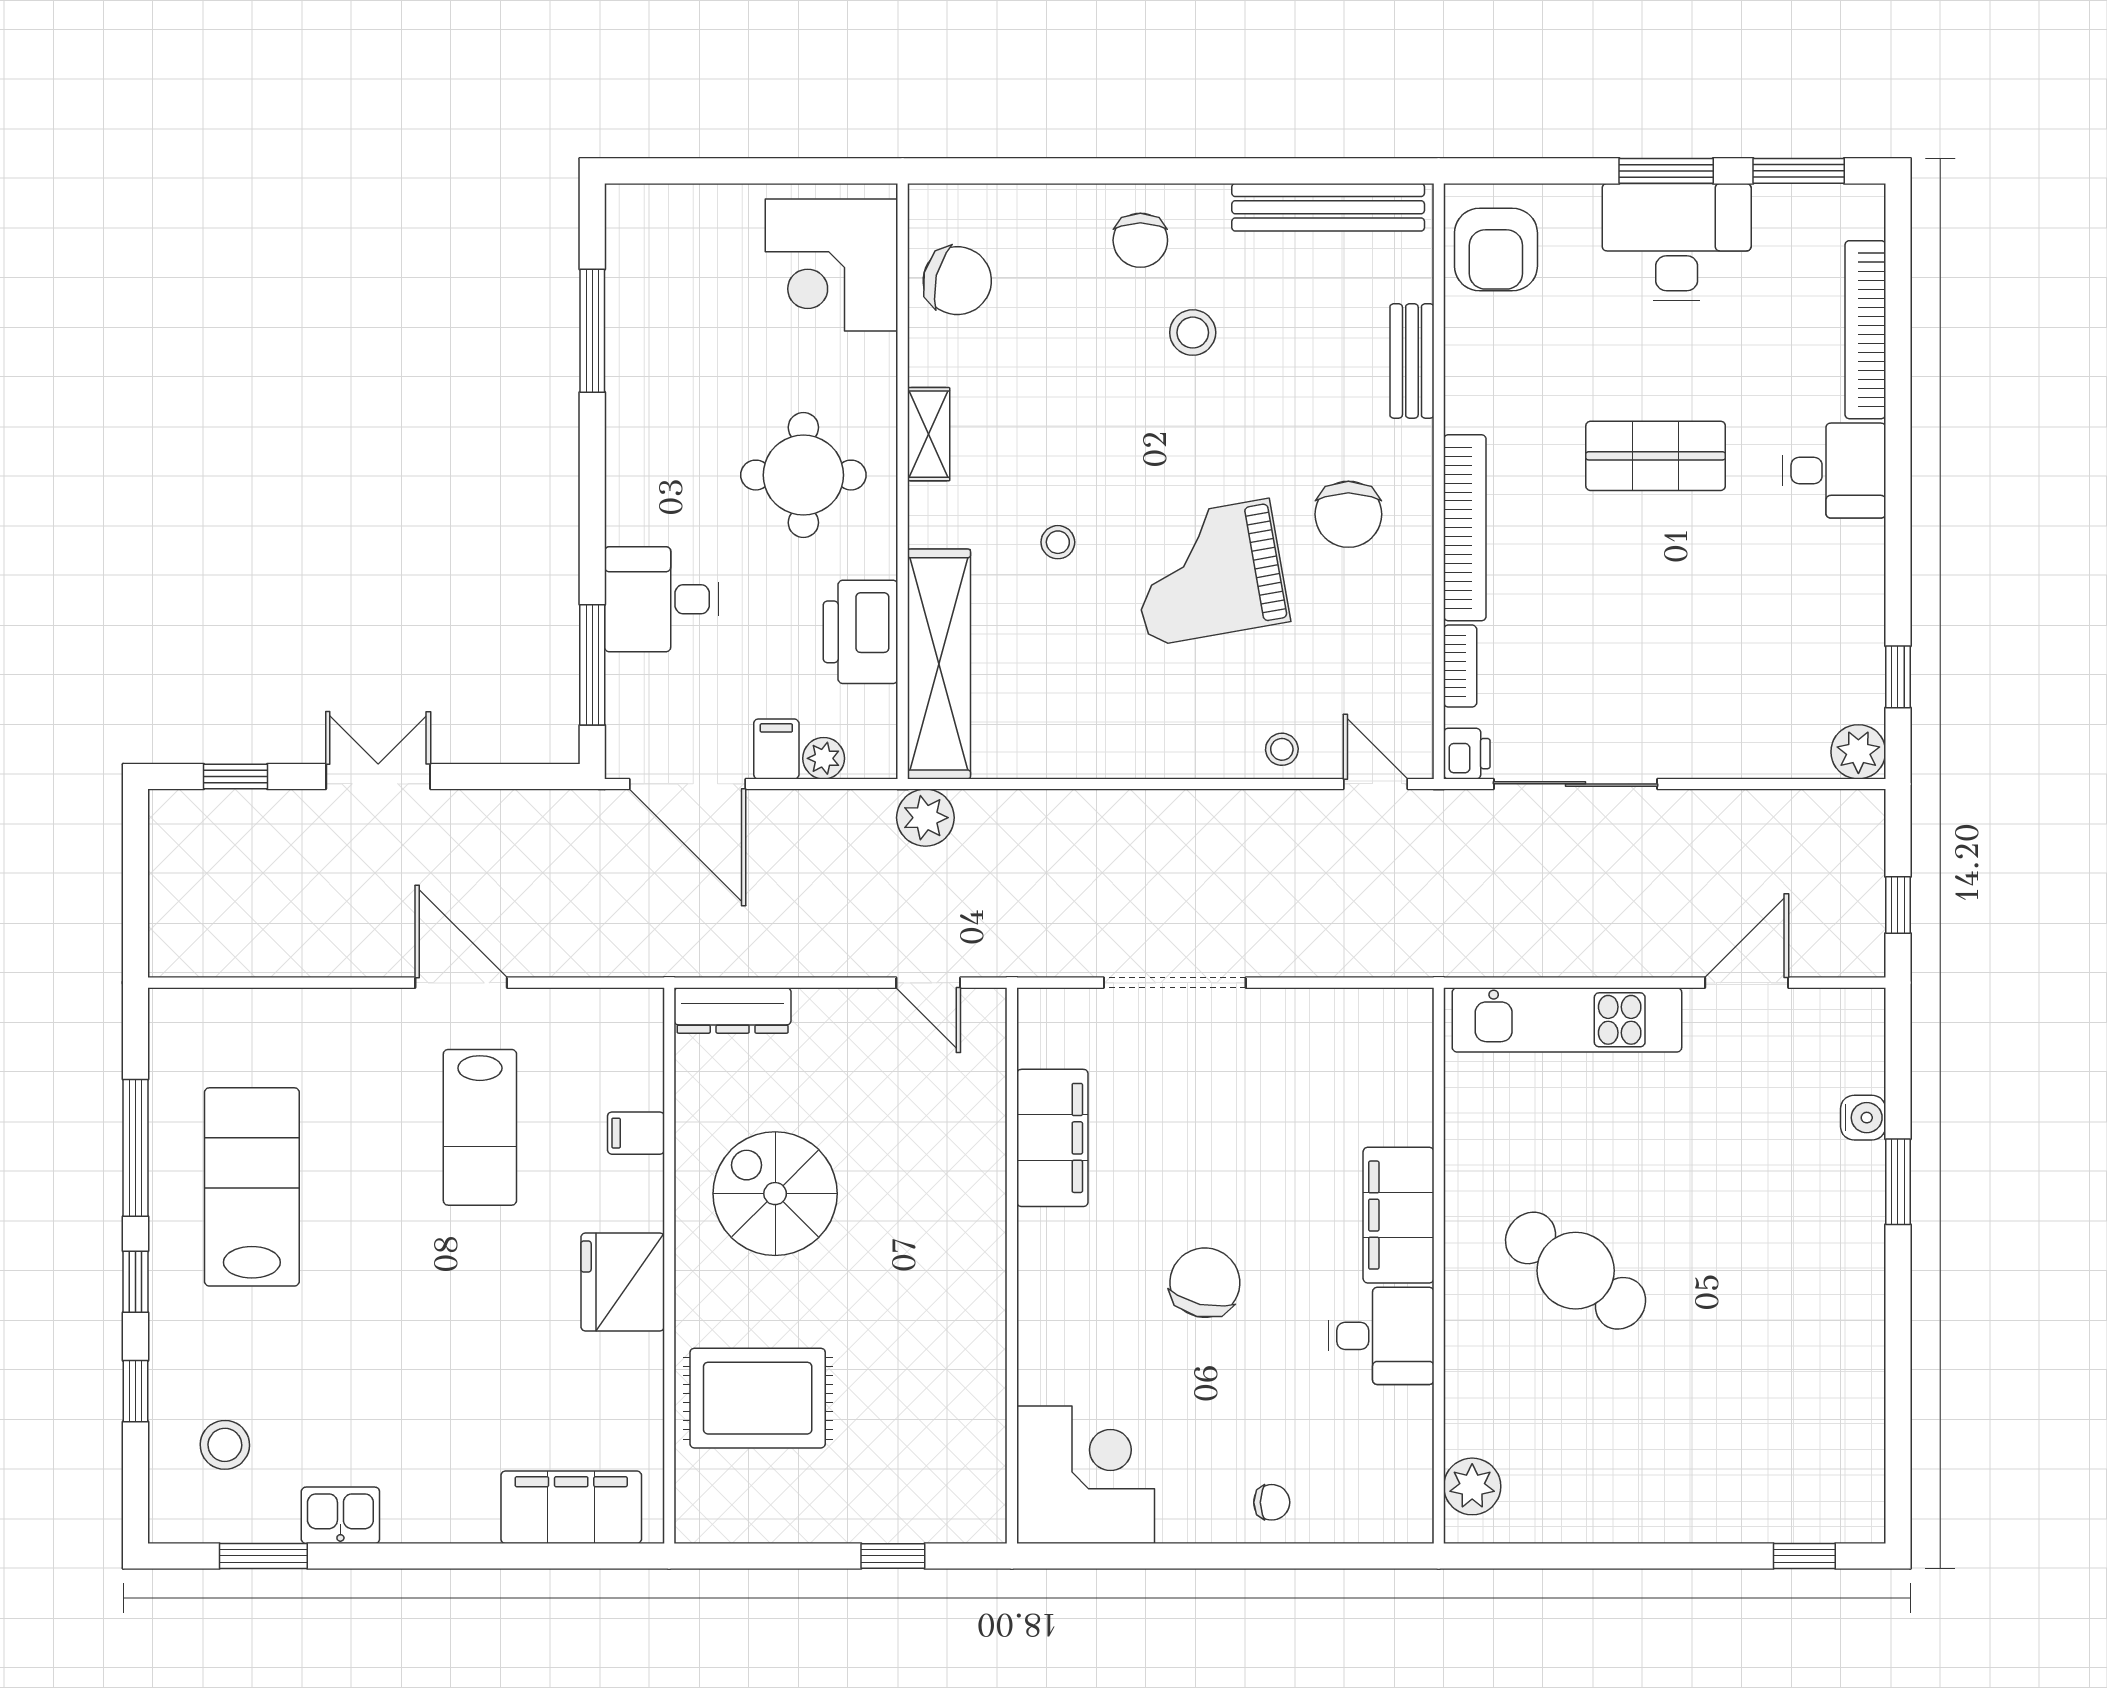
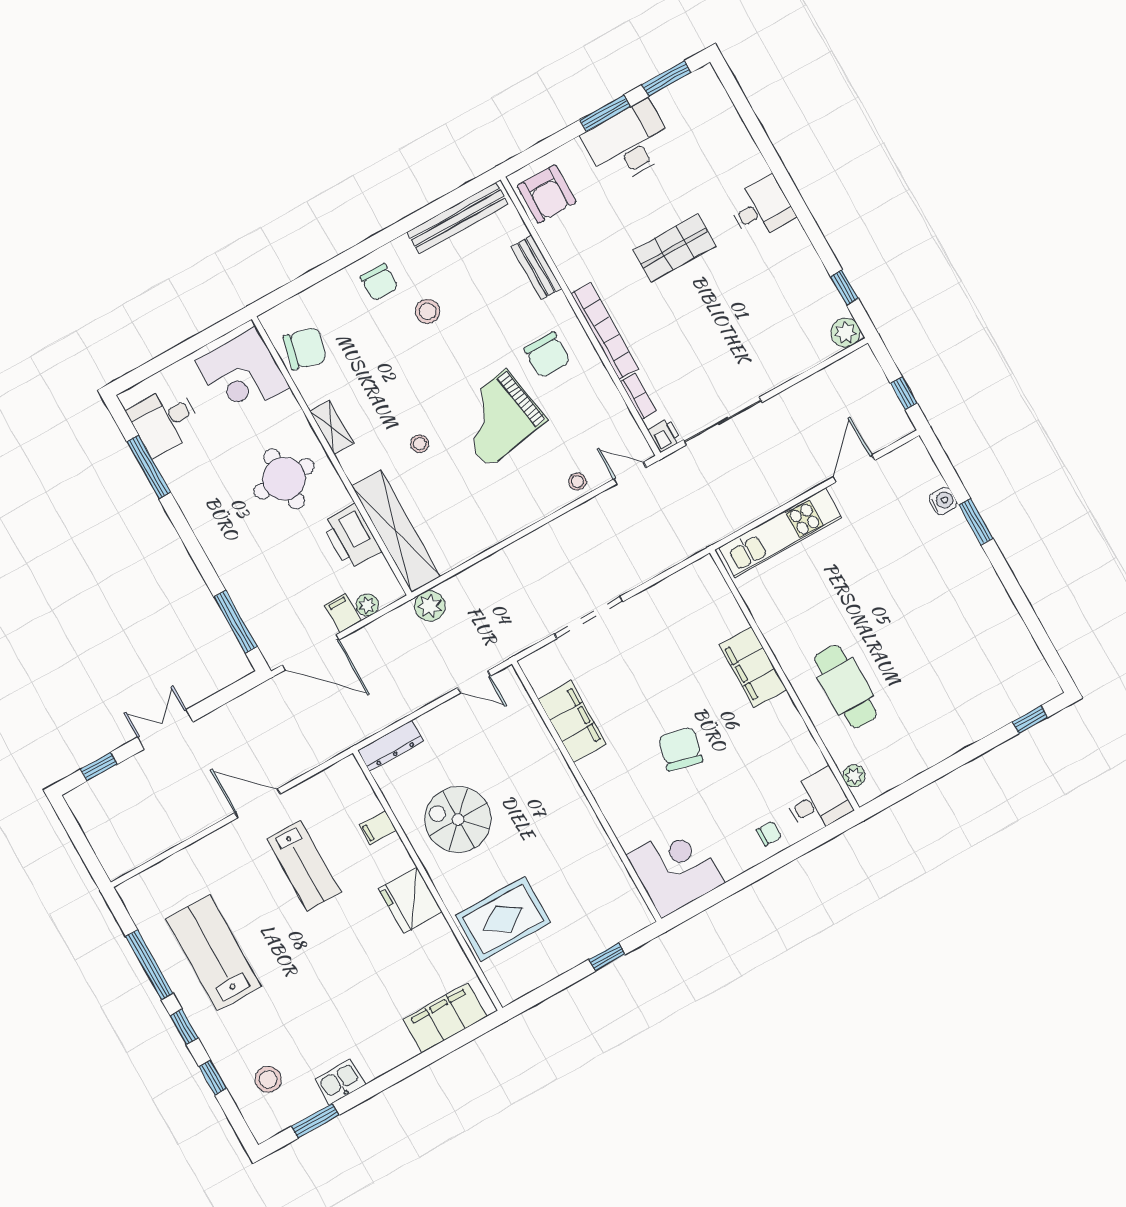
bookcase: (1865, 330) -> (739, 135), removed
desk: (661, 599) -> (165, 420), moved
cafe table: (1576, 1271) -> (846, 687), moved, turned 54
desk: (1381, 1336) -> (818, 801), moved
plant: (1472, 1486) -> (854, 776), width x0.73, depth x0.73

